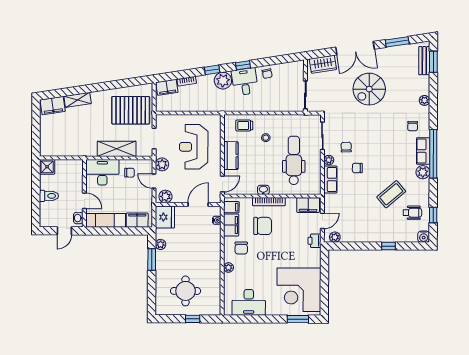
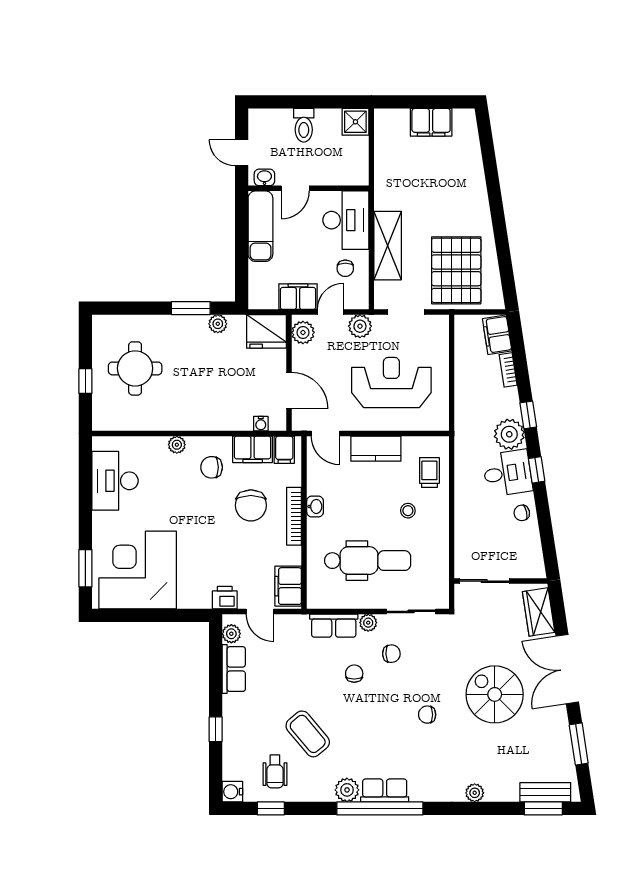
shelving: (78, 100) -> (475, 176), removed
filing cabinet: (53, 106) -> (431, 122), moved, turned -81
chair: (413, 126) -> (427, 715), moved
filing cabinet: (137, 220) -> (298, 297), moved, turned -90
row of seats: (355, 236) -> (234, 669), added

